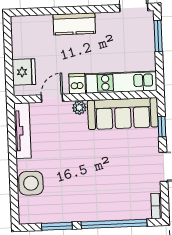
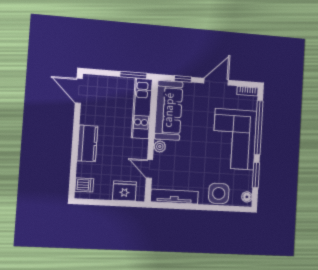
window: (158, 36) -> (133, 75), moved
dishwasher: (77, 84) -> (84, 185), moved, turned 180
corner sofa: (97, 196) -> (234, 139), added
floor lamp: (30, 218) -> (247, 197), added

